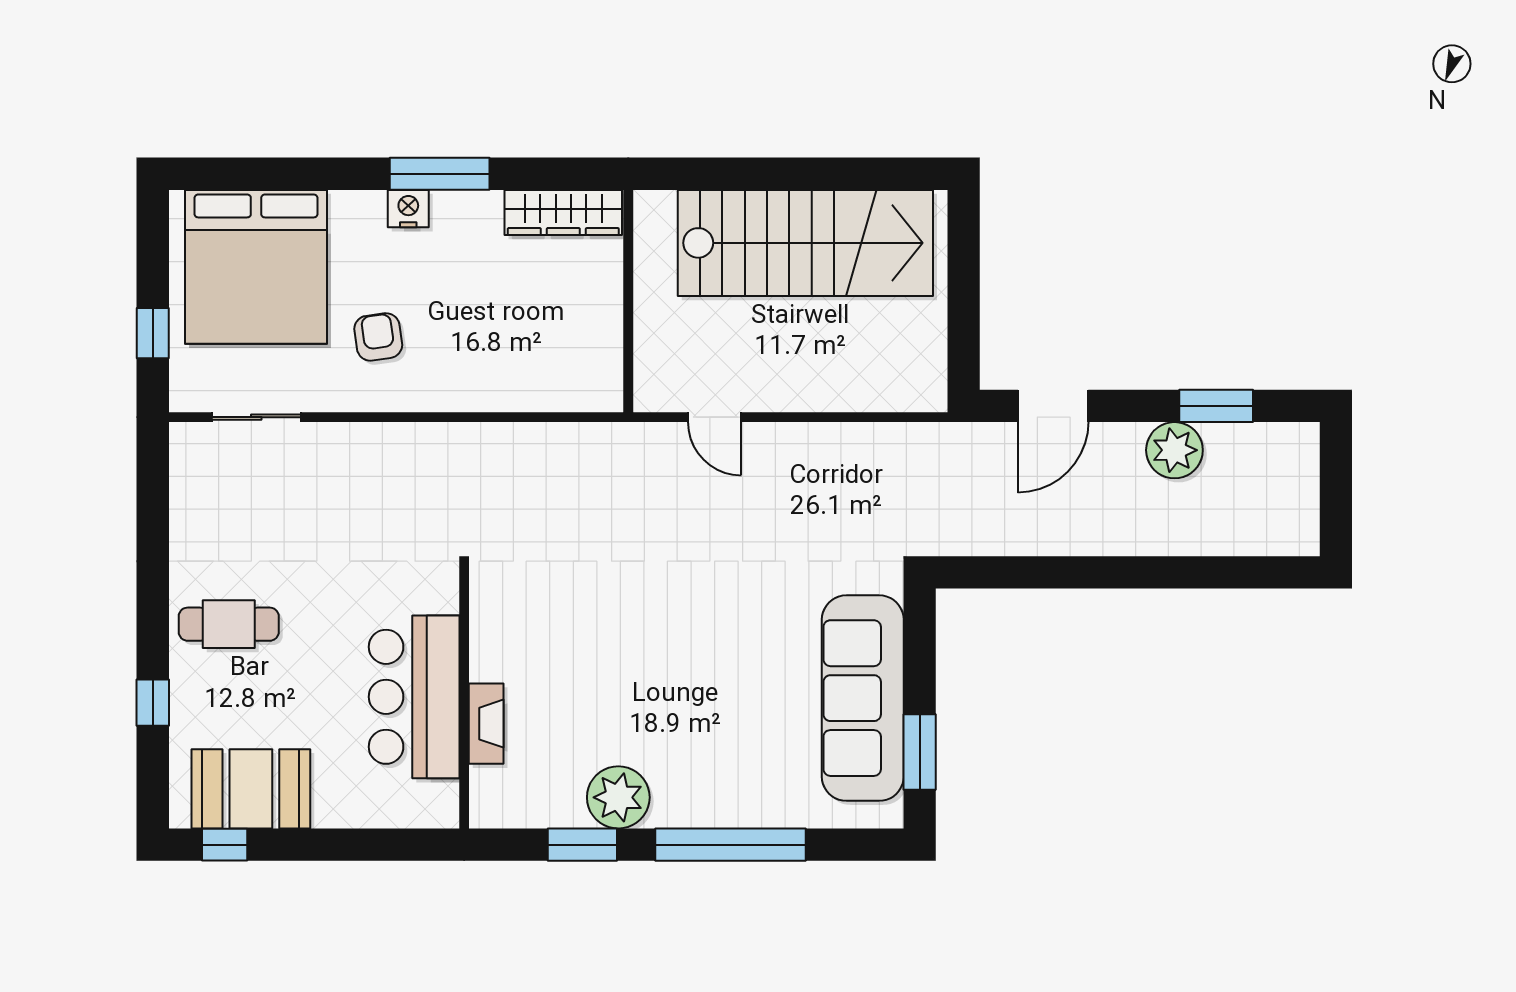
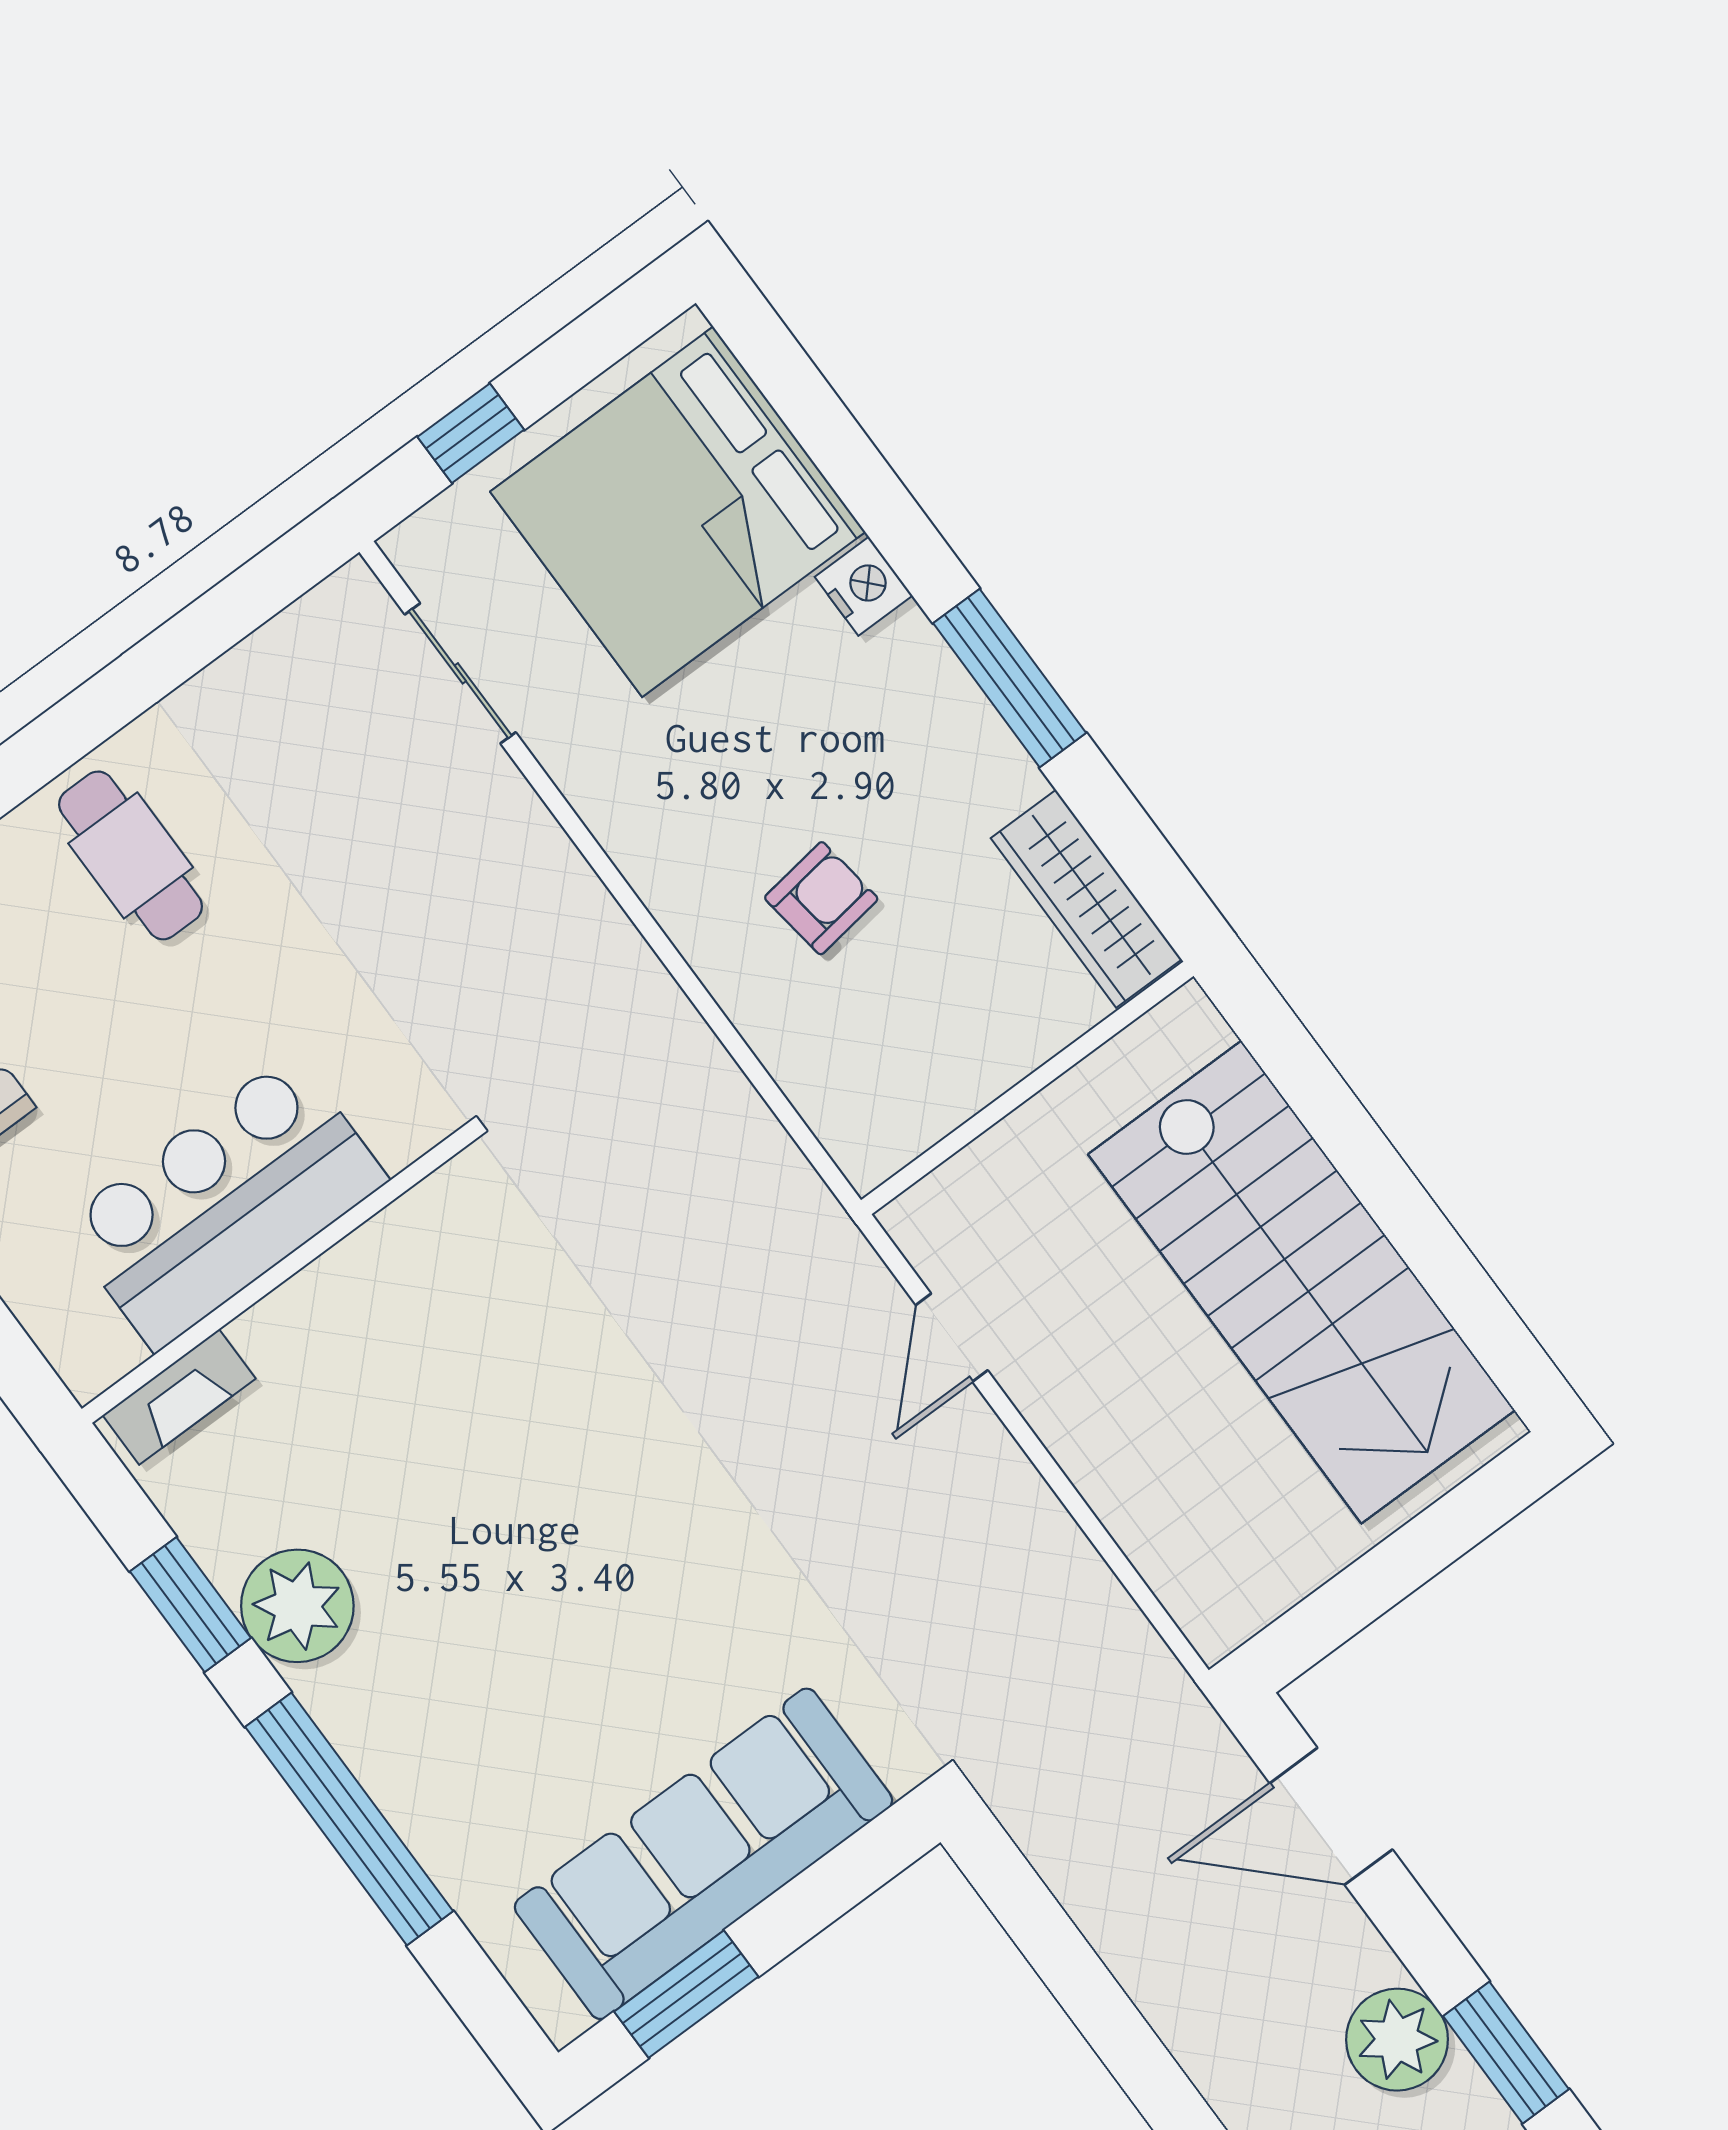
nightstand: (408, 209) -> (864, 586), moved
armchair: (378, 337) -> (821, 898), moved
fireplace: (486, 724) -> (179, 1397), moved

